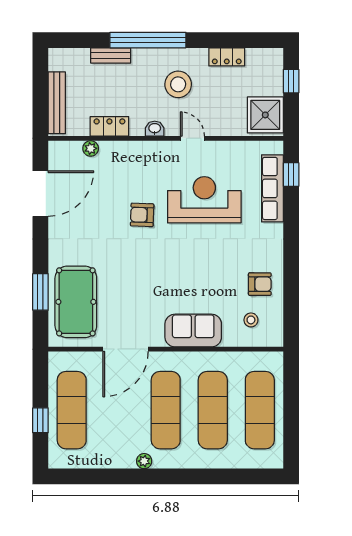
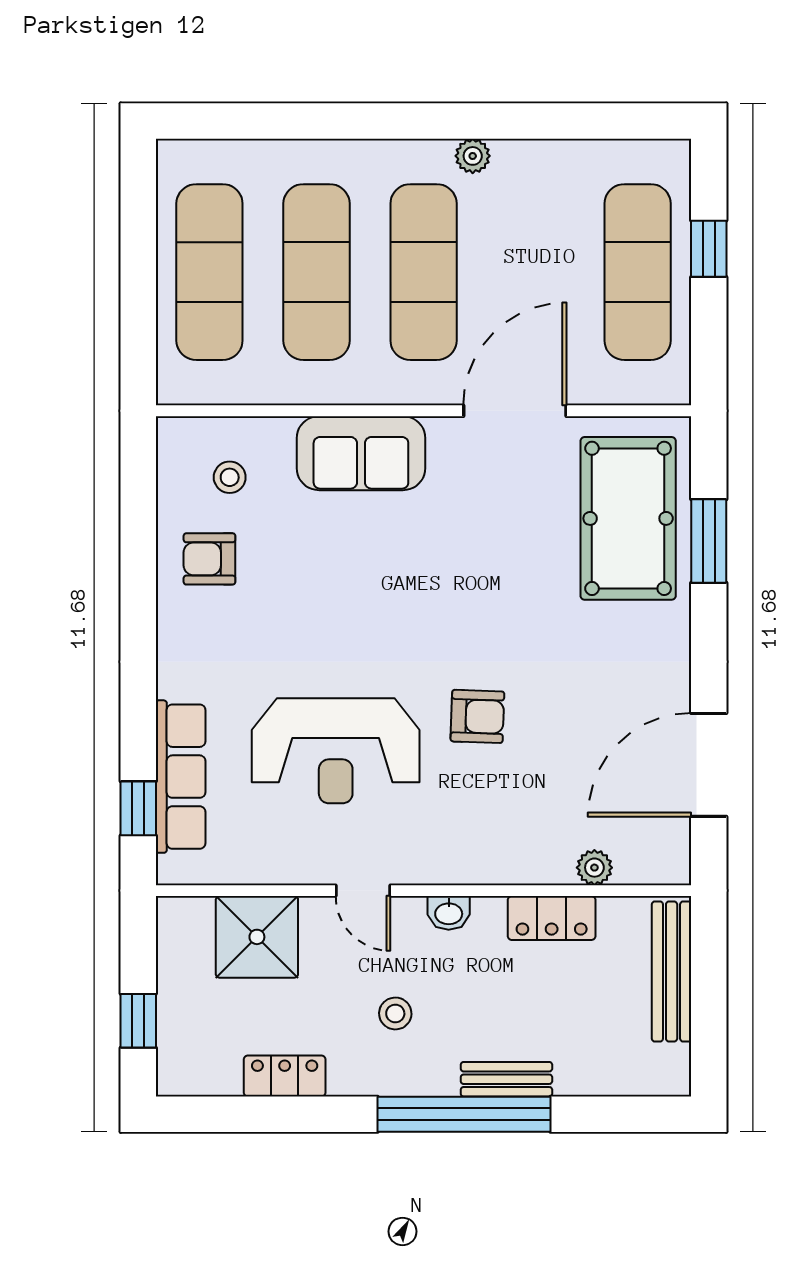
bench: (111, 55) -> (506, 1079), moved
stool: (178, 84) -> (395, 1013), width x0.53, depth x0.53
shower: (265, 115) -> (257, 937), moved

